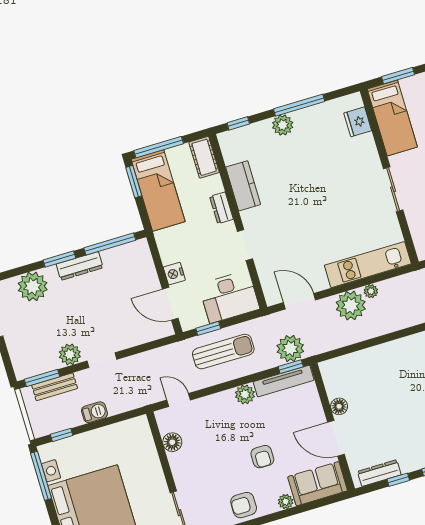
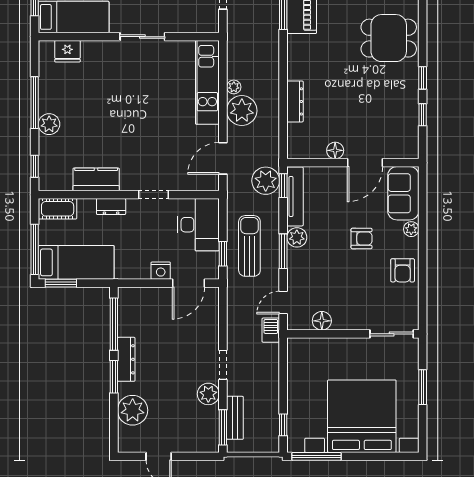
window: (228, 385) -> (283, 251), added
barbecue: (94, 412) -> (271, 330), moved
dresser: (379, 473) -> (295, 101), moved, turned 180

